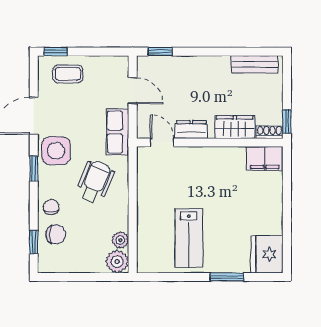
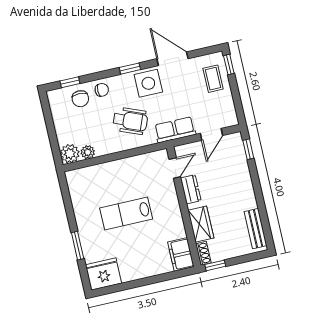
lab bench: (189, 238) -> (126, 213), moved

